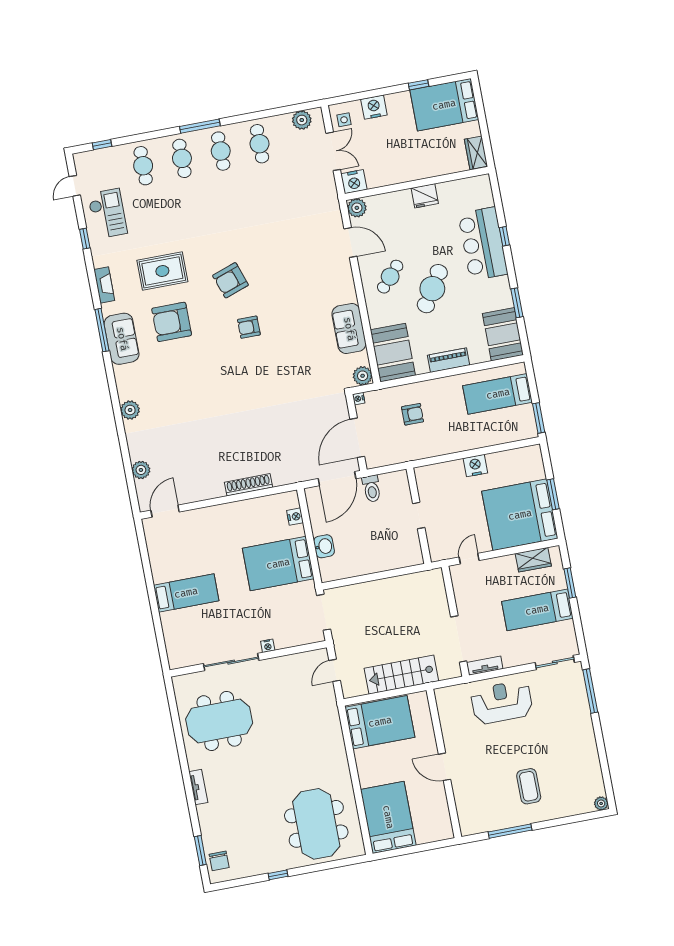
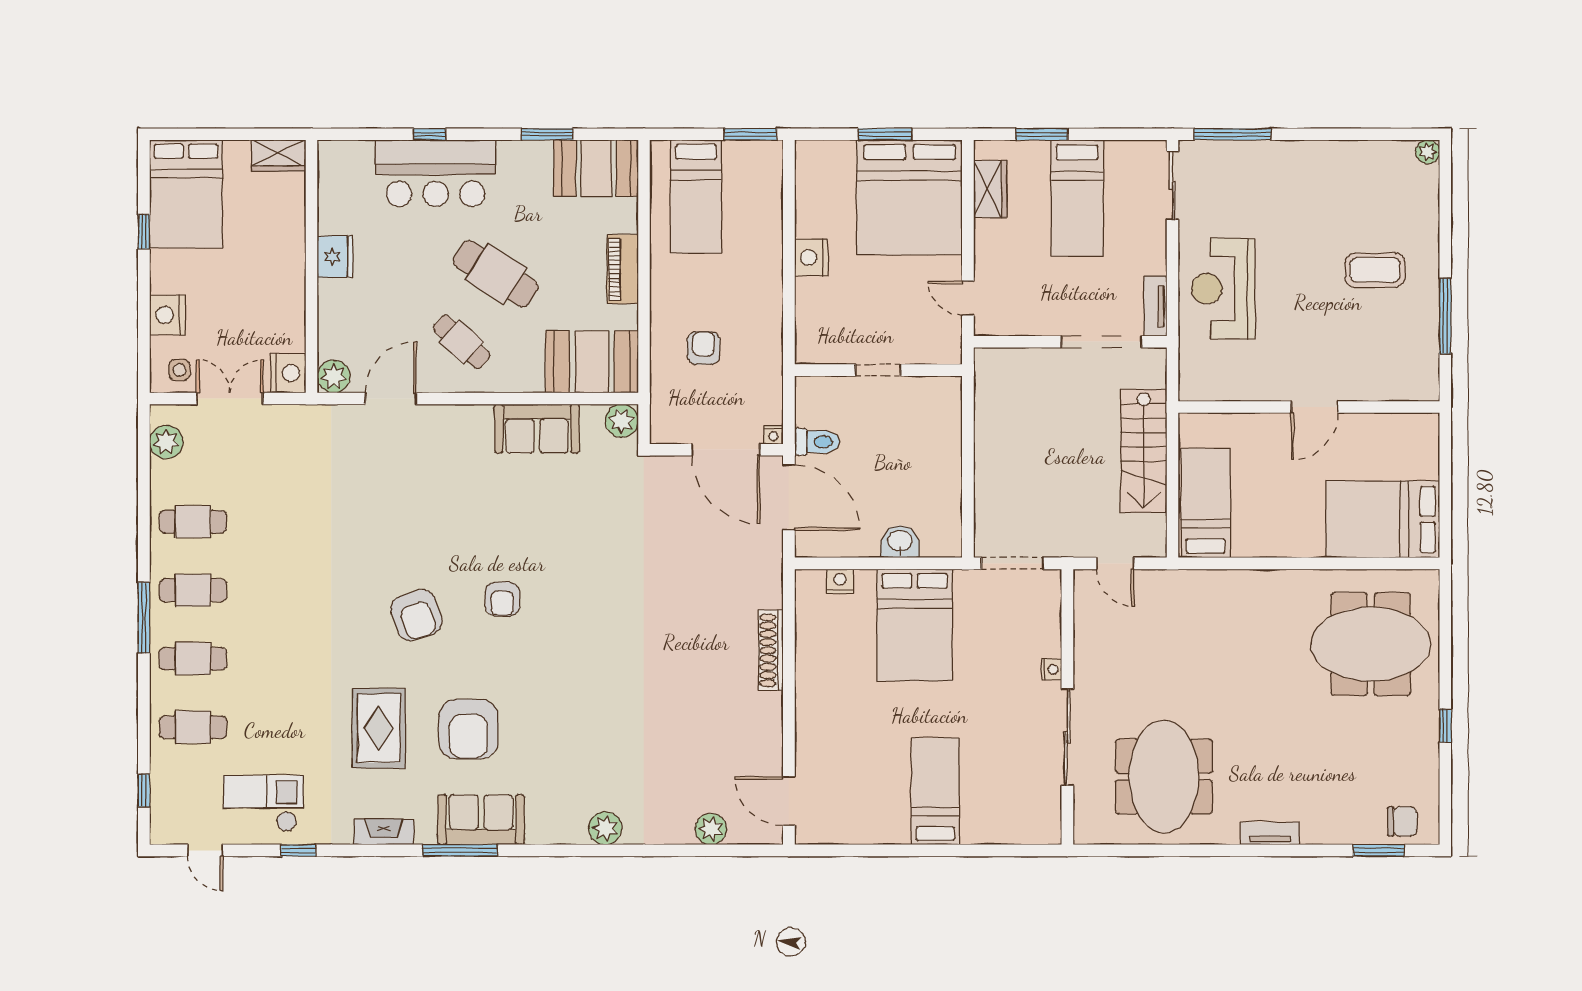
nightstand: (359, 399) -> (773, 435), moved
bed: (380, 722) -> (1206, 503), width x0.67

